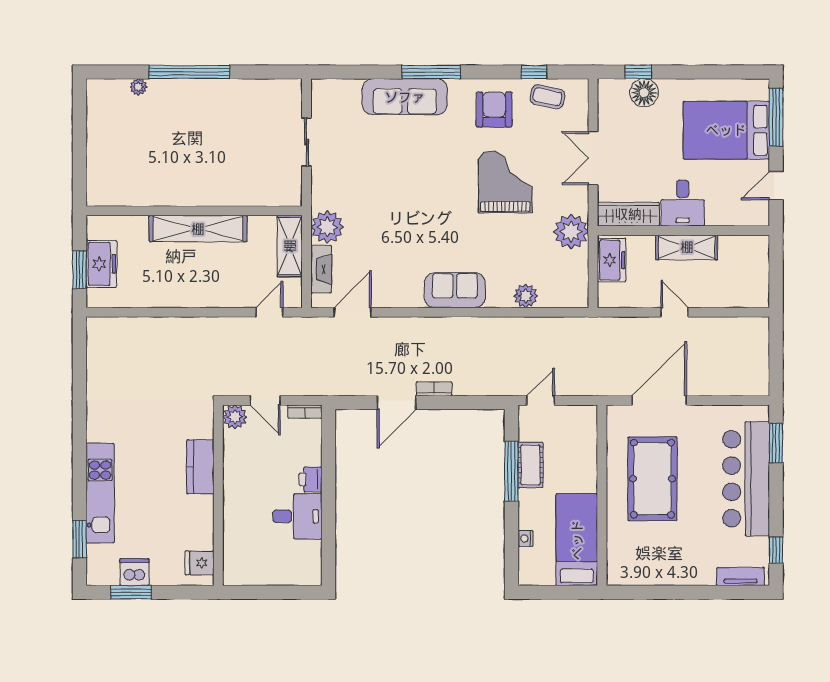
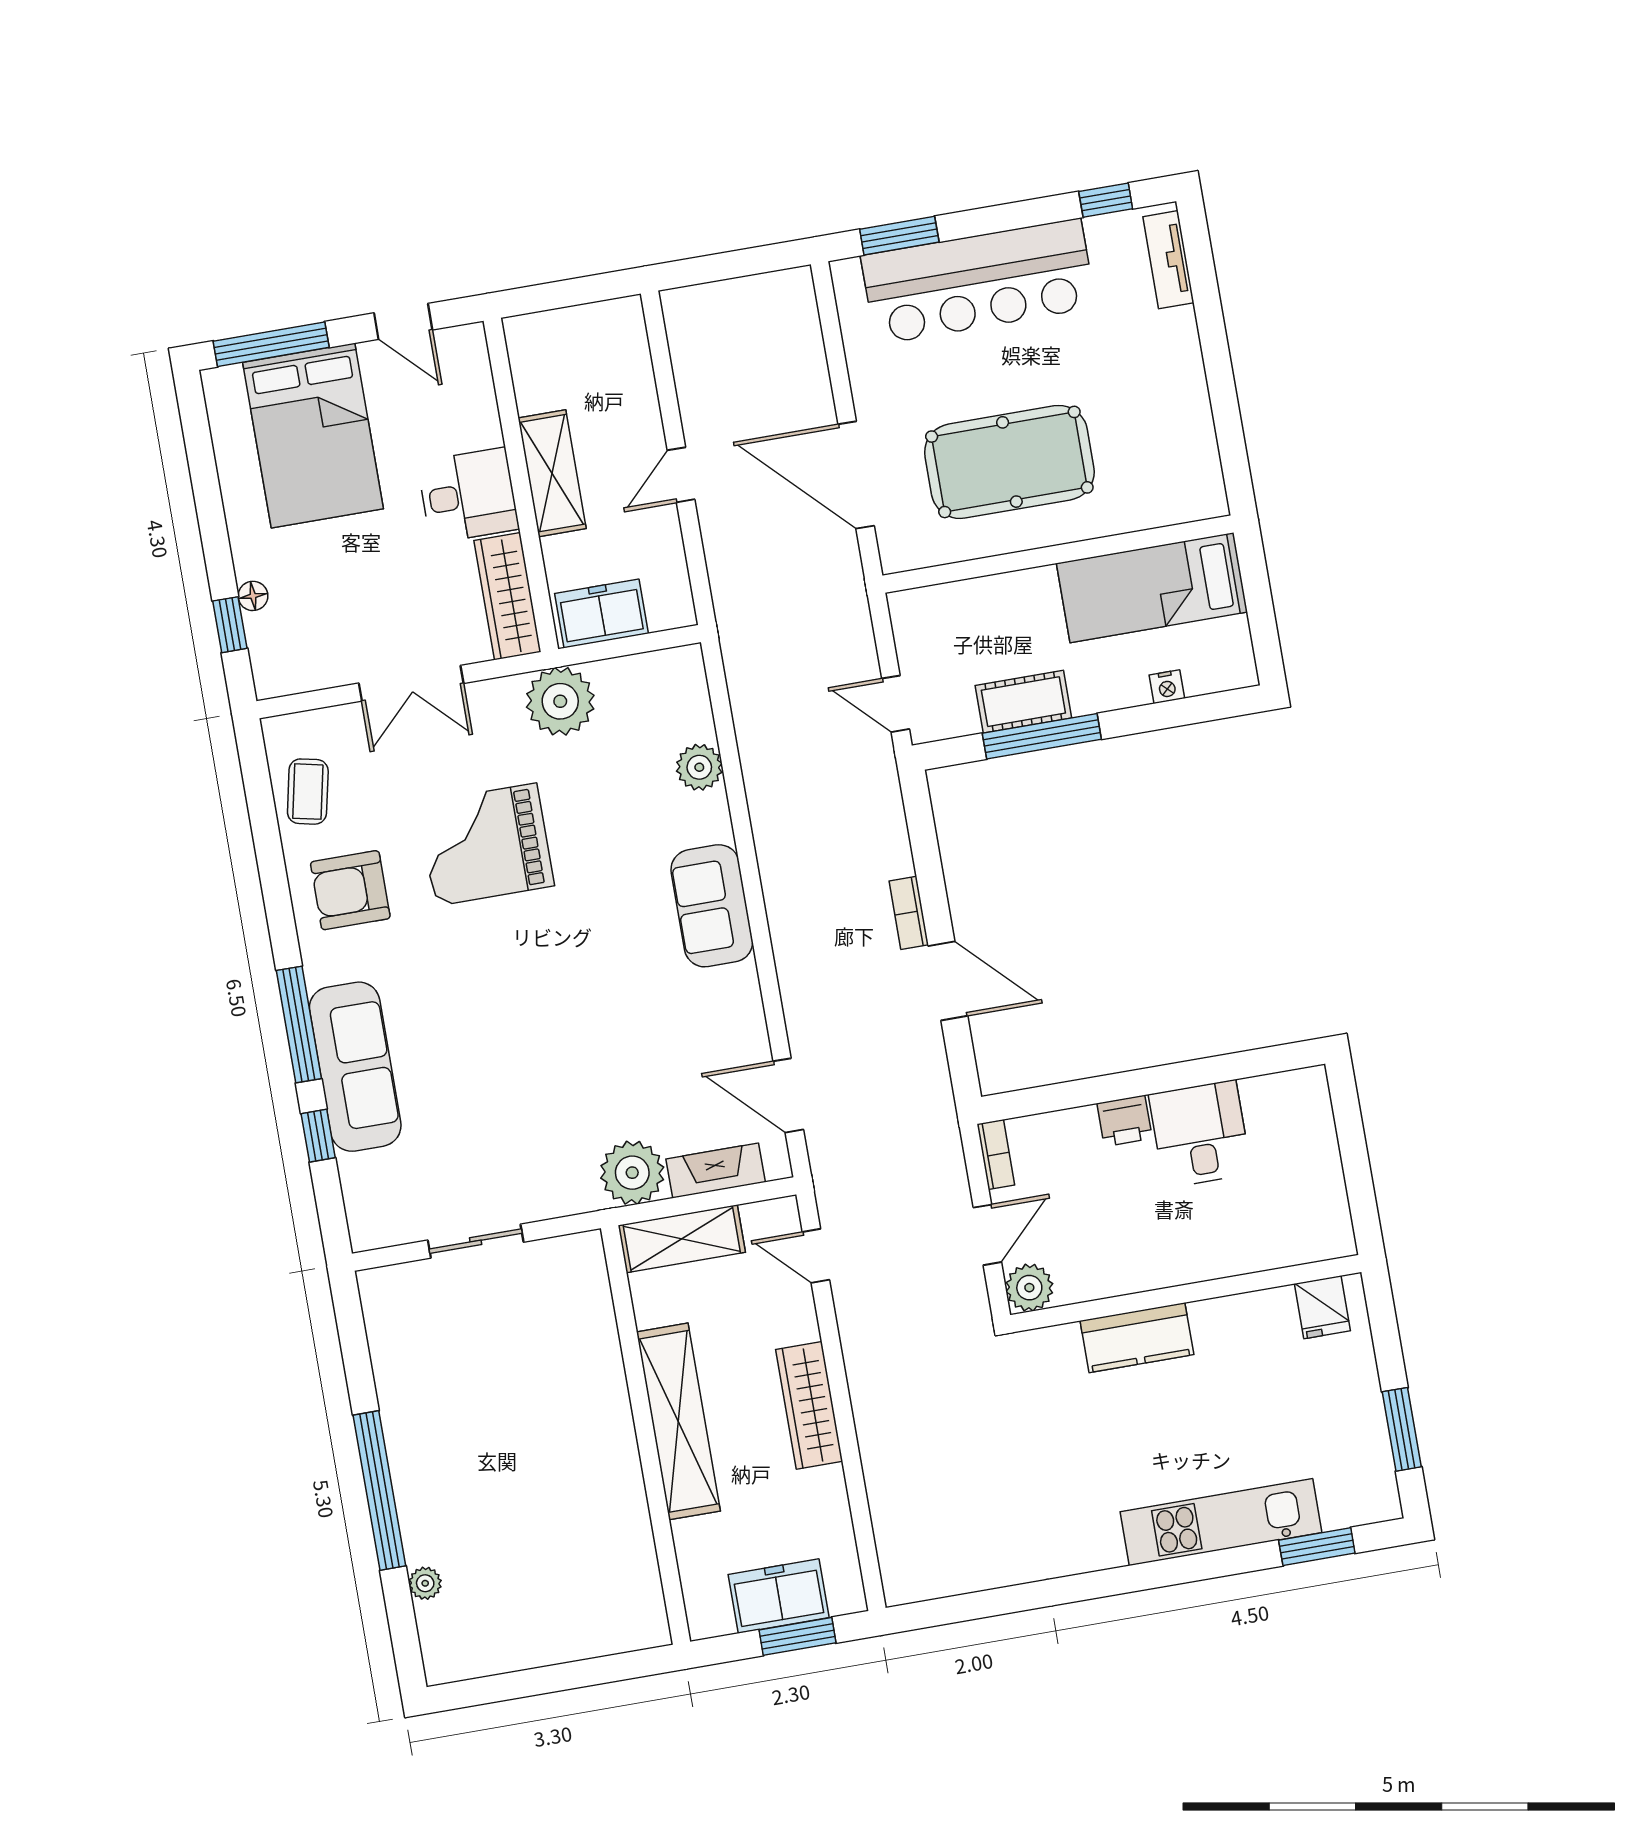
window: (534, 72) -> (318, 1136), moved
floor lamp: (644, 93) -> (253, 596), width x0.53, depth x0.53
wardrobe: (195, 296) -> (809, 1405), added
dishwasher: (135, 572) -> (1362, 1429), removed

